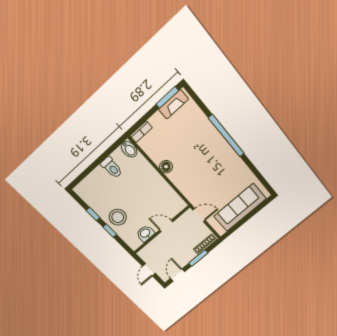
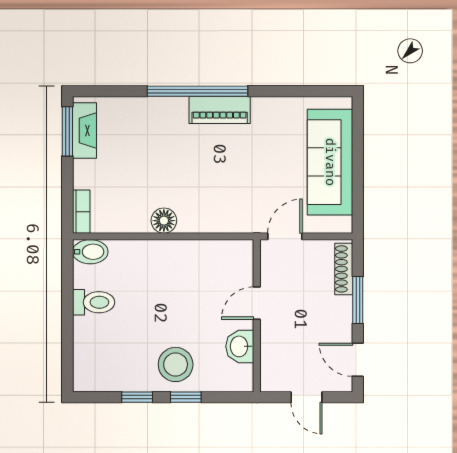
piano: (226, 151) -> (220, 110), added

